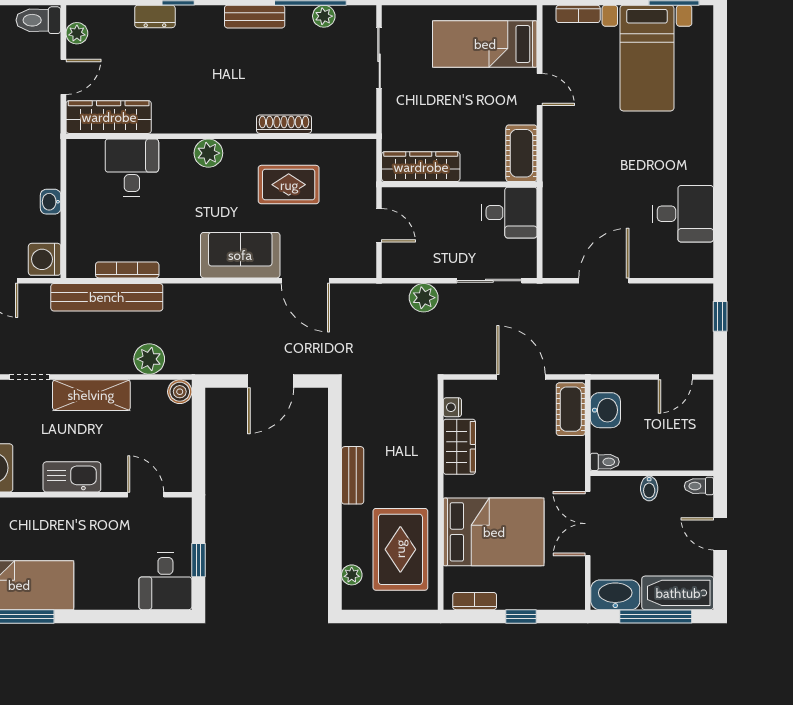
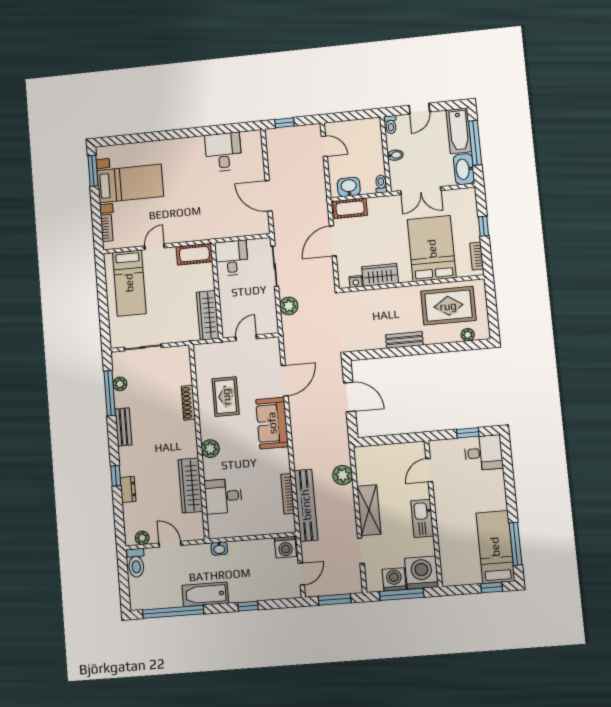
wardrobe: (109, 117) -> (191, 485), moved
washbasin: (51, 202) -> (219, 548), moved
boiler: (180, 392) -> (362, 454), removed

